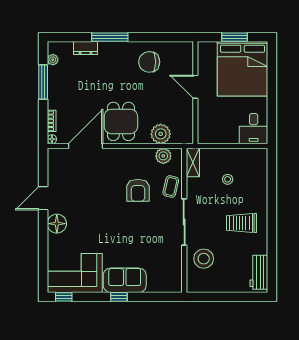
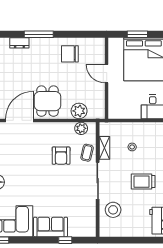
shelving: (193, 162) -> (104, 148), moved
window: (119, 297) -> (65, 240), moved

